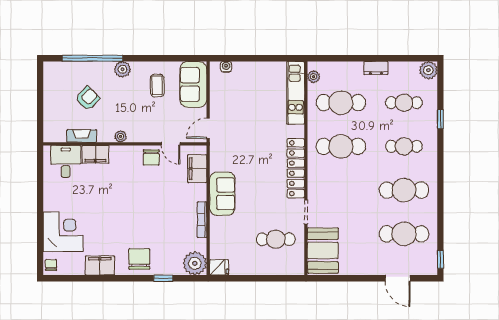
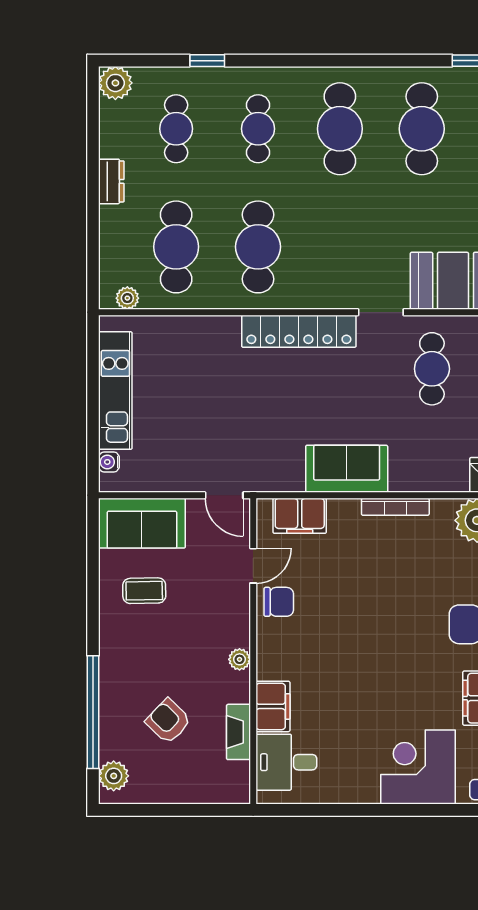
plant: (122, 69) -> (114, 776), moved
kitchen unit: (296, 93) -> (115, 391), moved, turned -90

